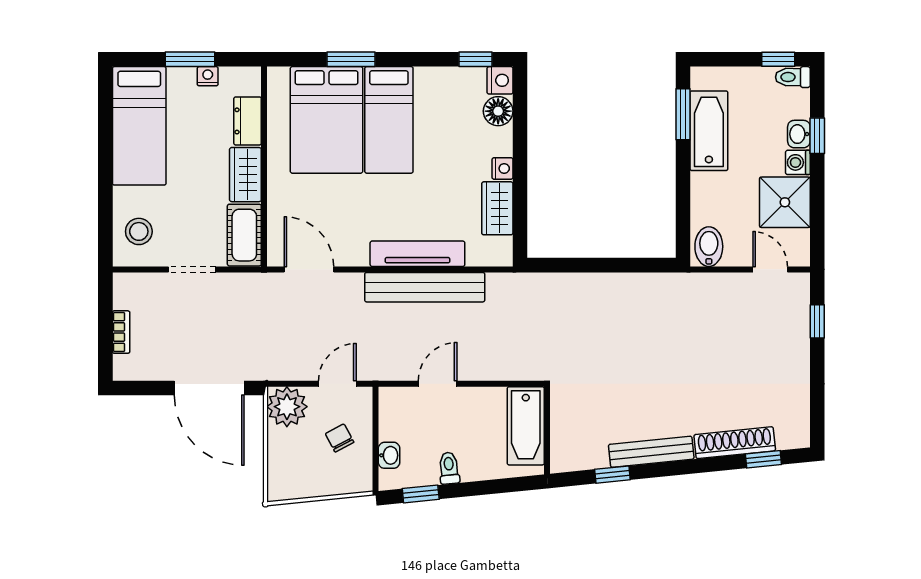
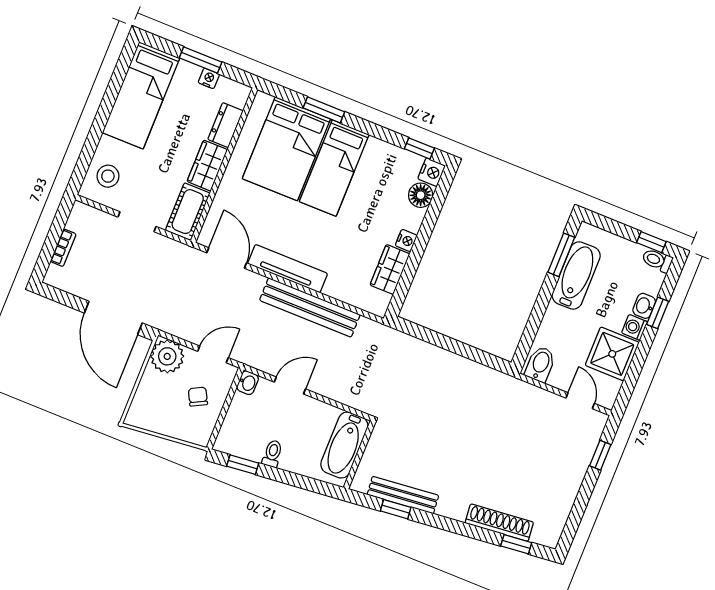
tv unit: (417, 254) -> (288, 269), moved
bench: (651, 452) -> (403, 495), moved
washbasin: (389, 455) -> (248, 383), moved

